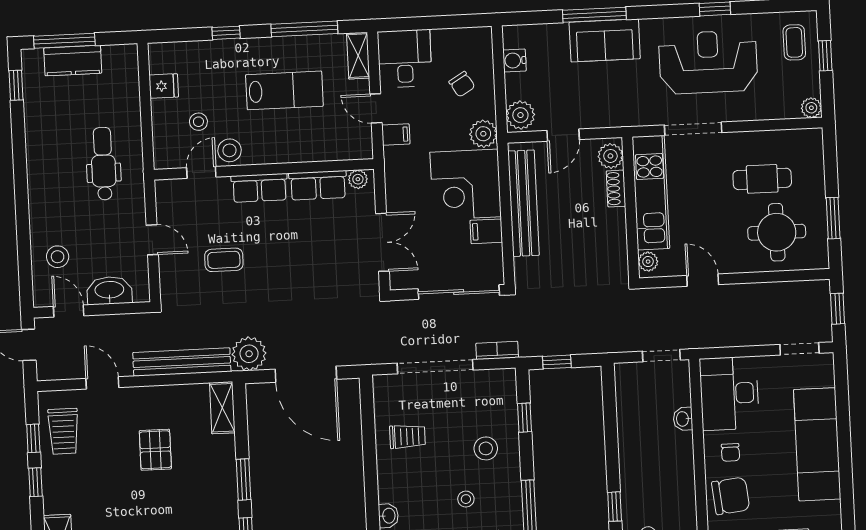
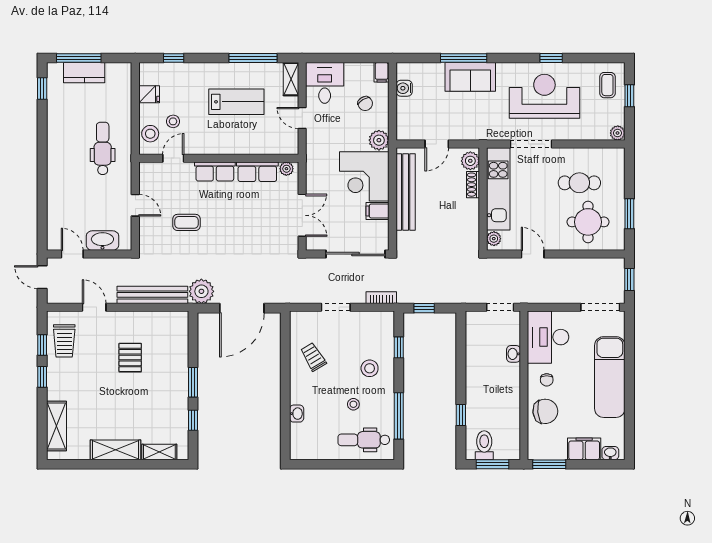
window: (226, 33) -> (174, 58), moved
plant: (520, 115) -> (407, 128), removed
filing cabinet: (396, 135) -> (382, 72), moved, turned 90
stool: (230, 150) -> (150, 134), moved
stool: (58, 257) -> (66, 214), removed
doorway: (799, 349) -> (600, 307), width x1.38
doorway: (435, 367) -> (336, 307), width x0.53
door: (306, 374) -> (242, 308), hinge flipped
shelving: (222, 408) -> (180, 329), removed
trolley: (407, 437) -> (313, 357), turned -121

